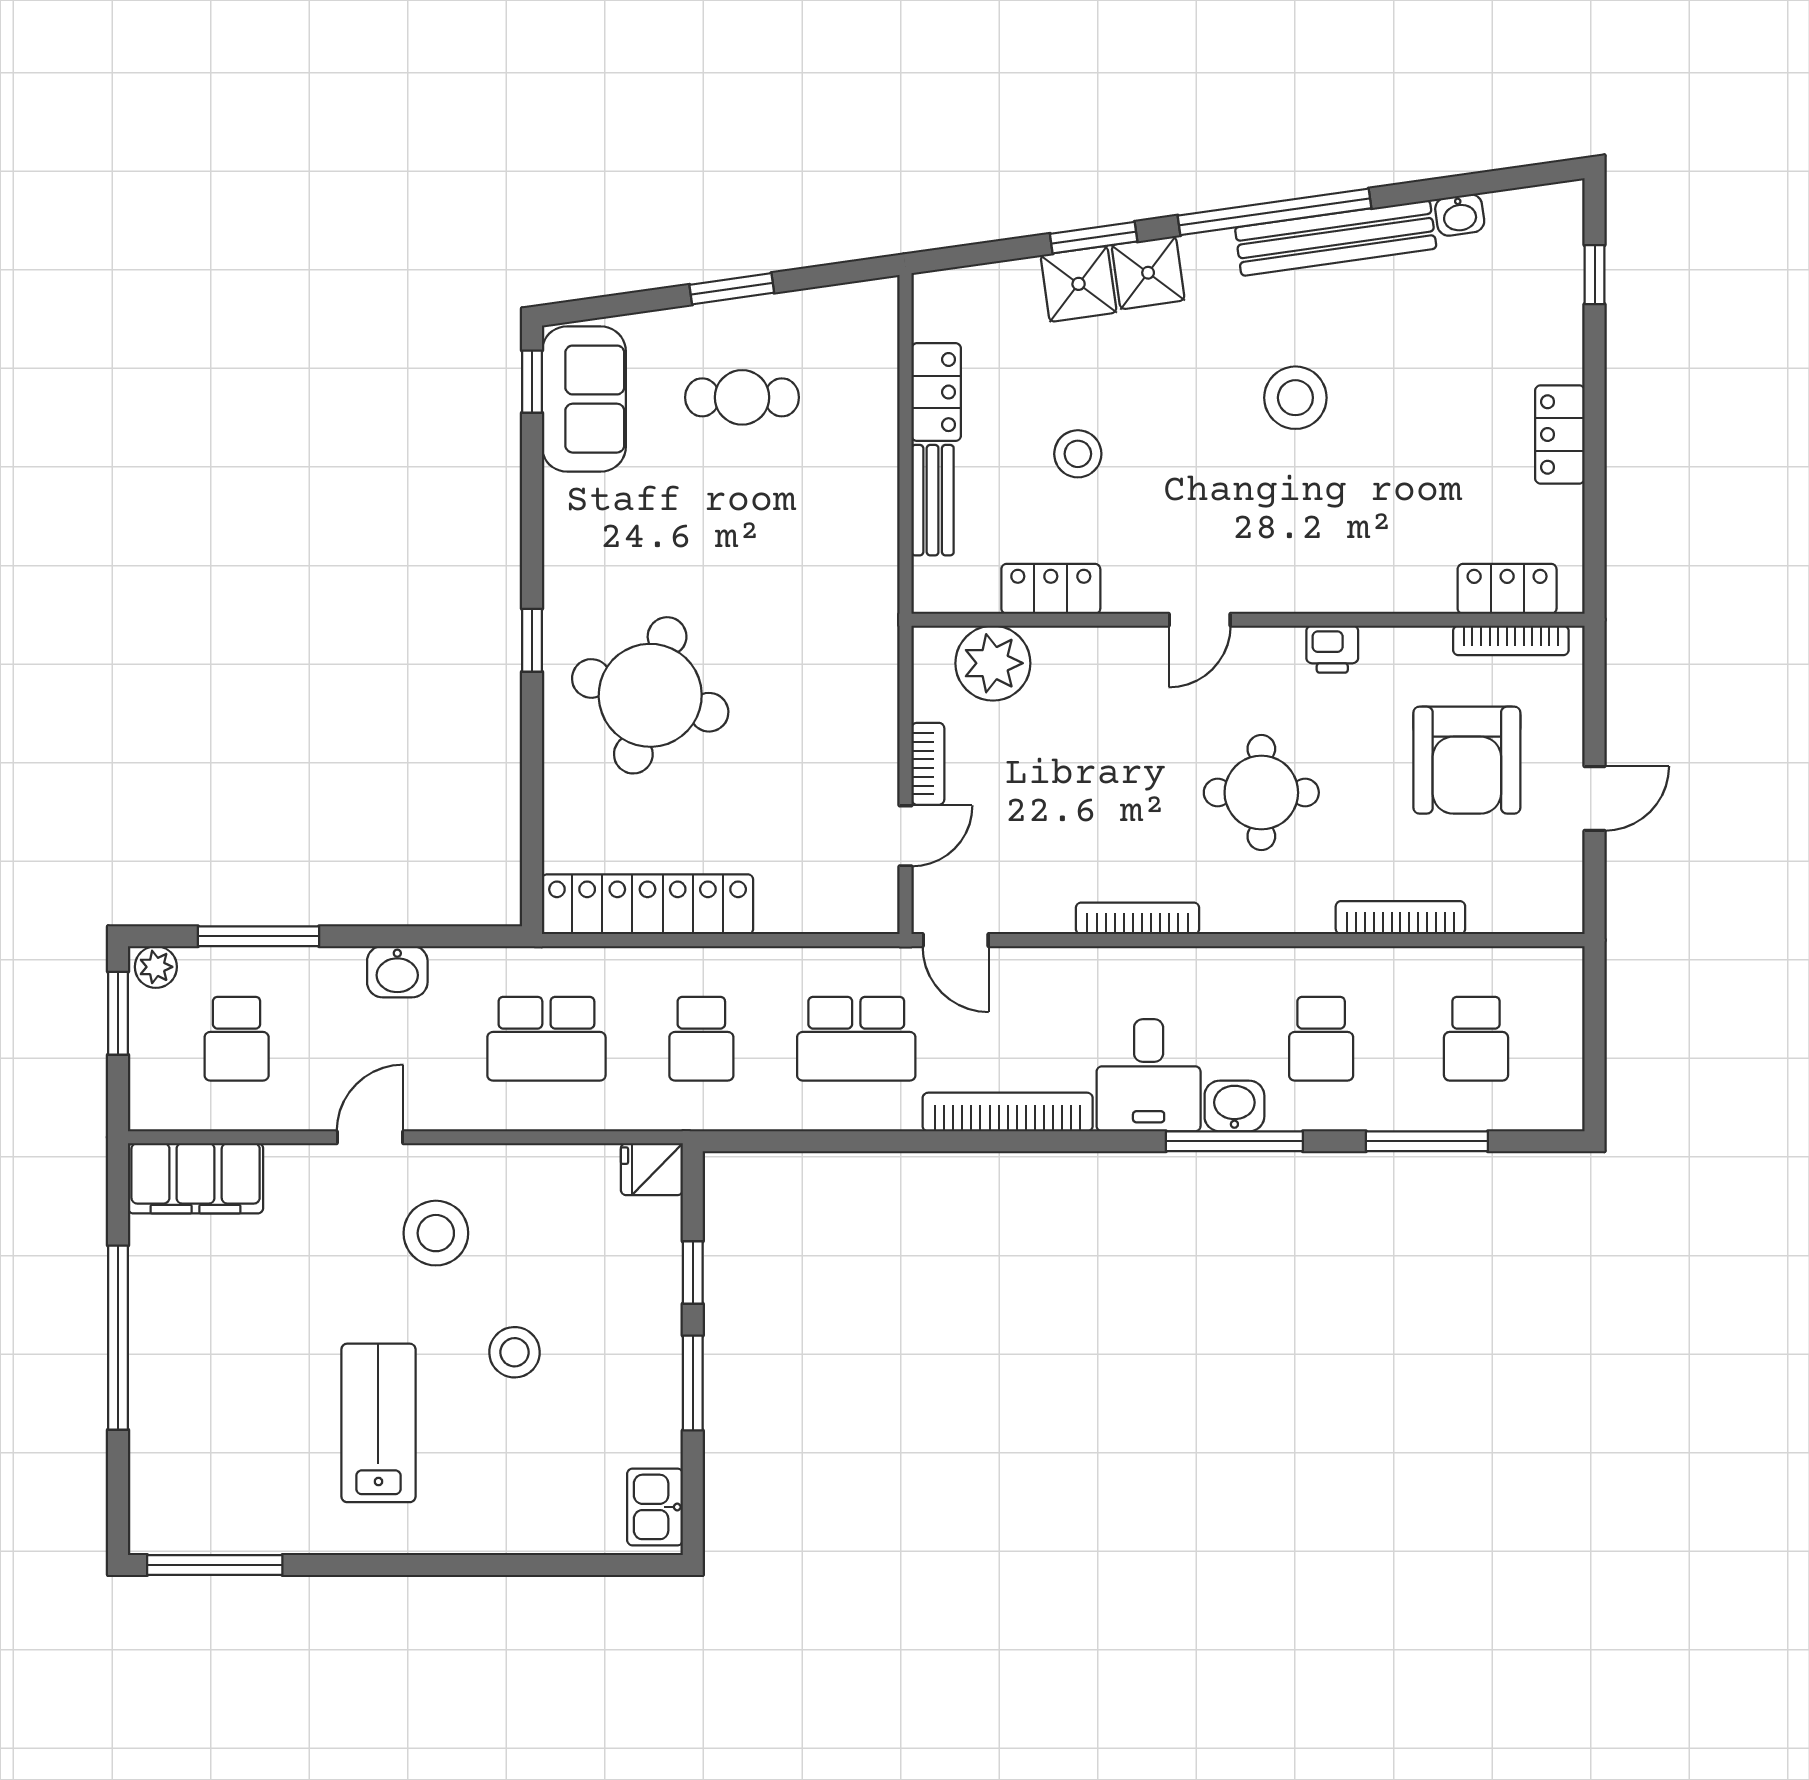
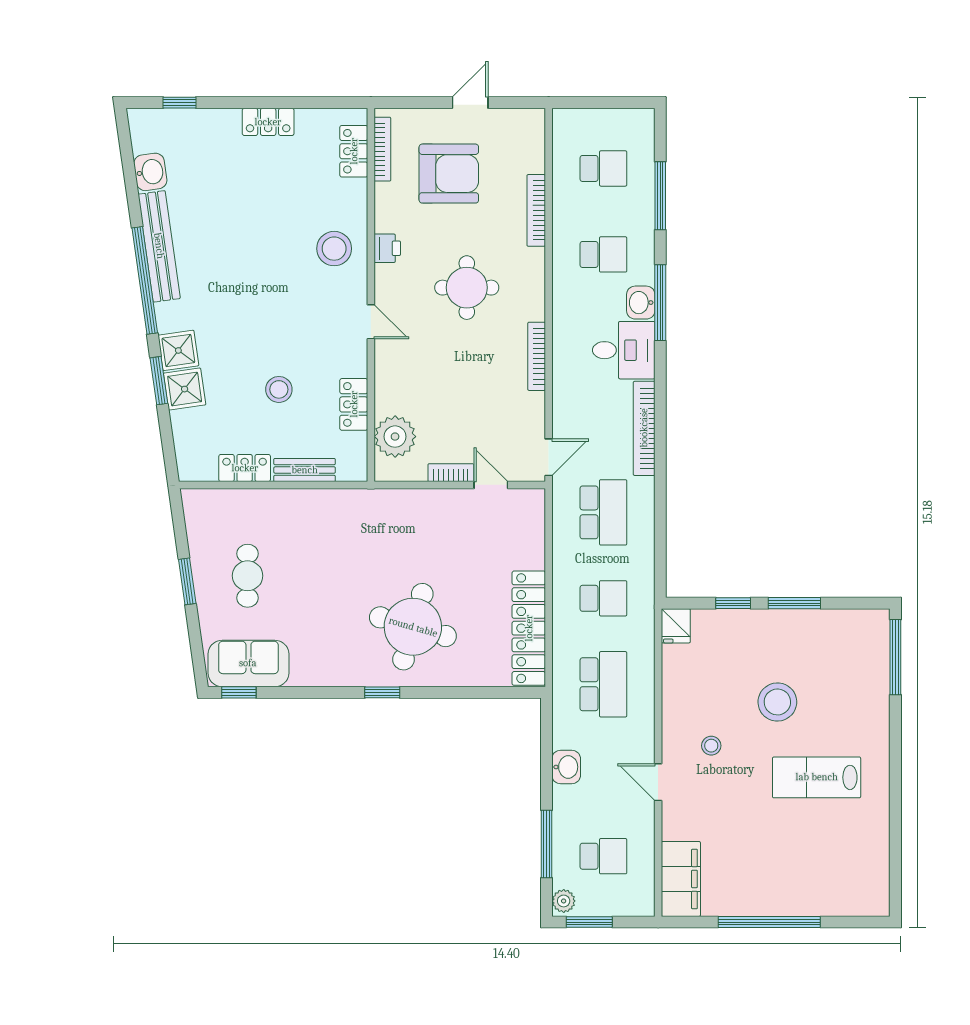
washbasin: (1460, 215) -> (150, 172), width x1.38, depth x1.45
stool: (1295, 398) -> (334, 249), moved
door: (1595, 798) -> (470, 103), hinge flipped
stool: (436, 1233) -> (711, 746), width x0.53, depth x0.53
stool: (515, 1352) -> (777, 702), width x1.38, depth x1.38
kitchen sink: (655, 1507) -> (863, 624), removed
window: (215, 1565) -> (895, 657), moved

